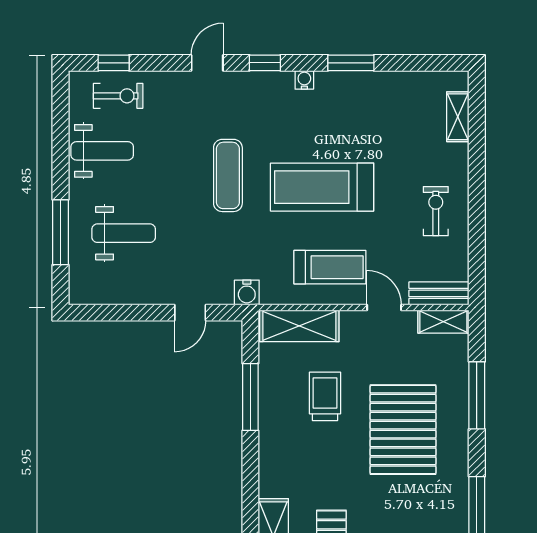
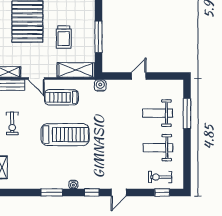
weight bench: (102, 151) -> (158, 148), moved
exercise mat: (228, 175) -> (109, 140), removed
door: (190, 313) -> (139, 76), moved

